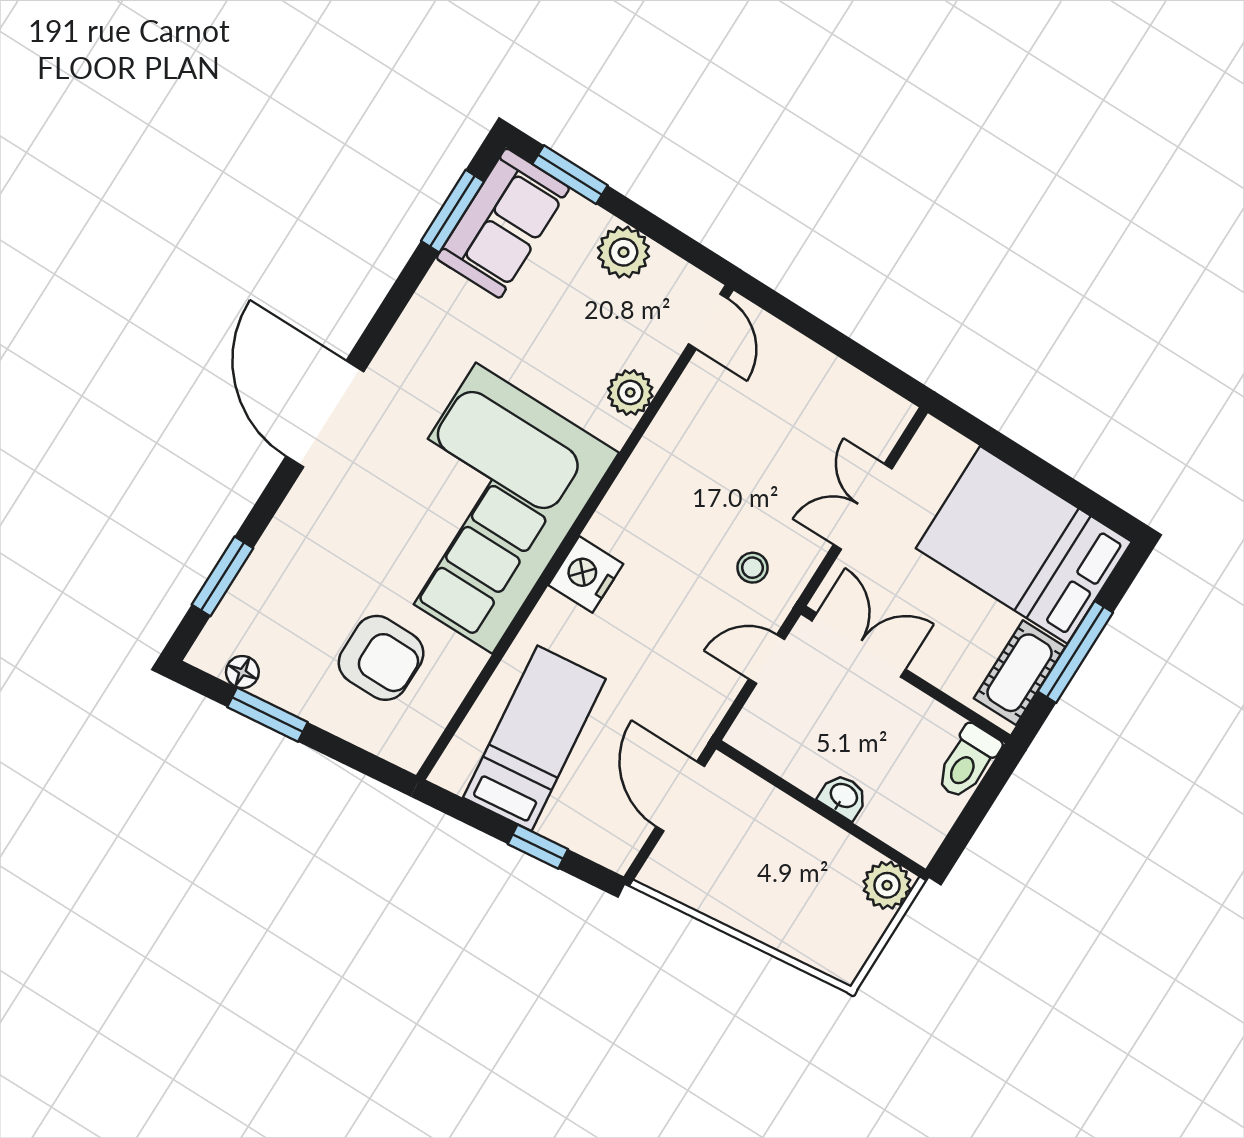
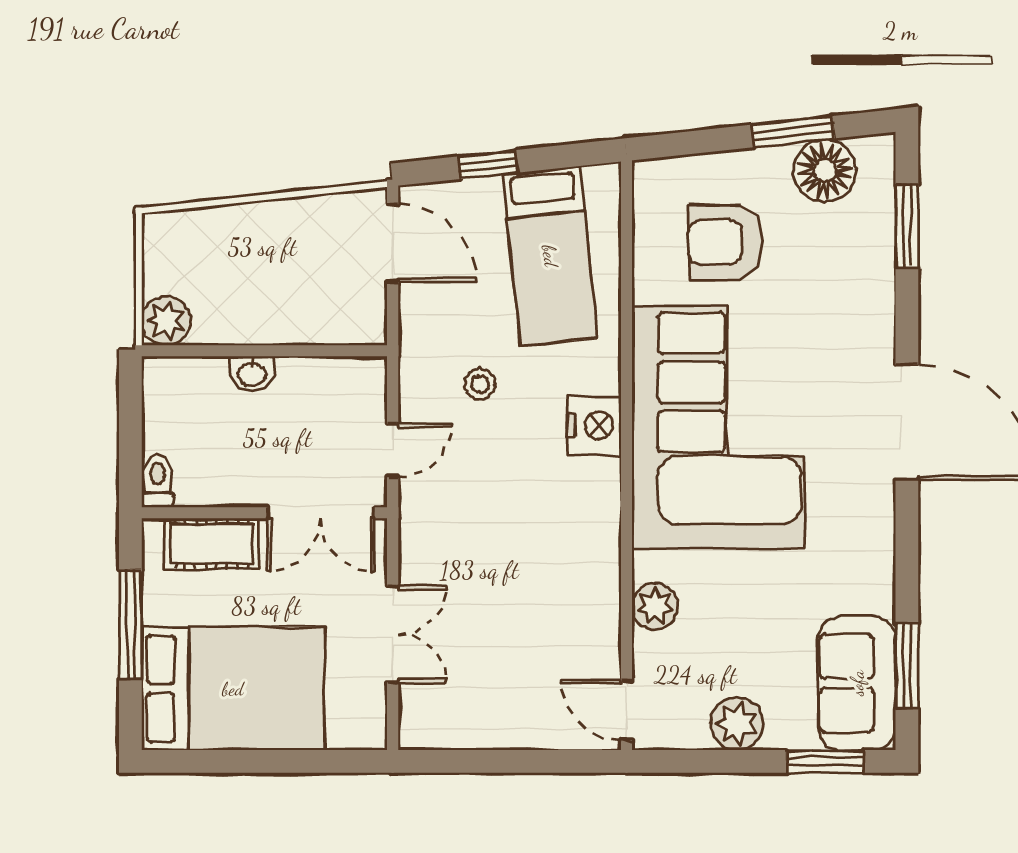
stool: (752, 568) -> (480, 384), moved
floor lamp: (242, 672) -> (825, 171), width x1.89, depth x1.89
cot: (1020, 673) -> (211, 544), moved, turned 90
toilet: (968, 762) -> (158, 481), width x0.73, depth x0.72
door: (680, 796) -> (393, 243), moved

